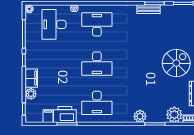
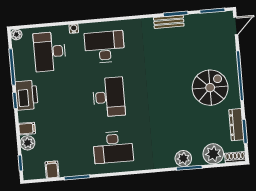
desk: (97, 64) -> (109, 97), turned -90
filing cabinet: (31, 78) -> (27, 129), width x0.50
printer: (65, 115) -> (27, 95), moved, turned 90
plant: (140, 116) -> (183, 158), moved

